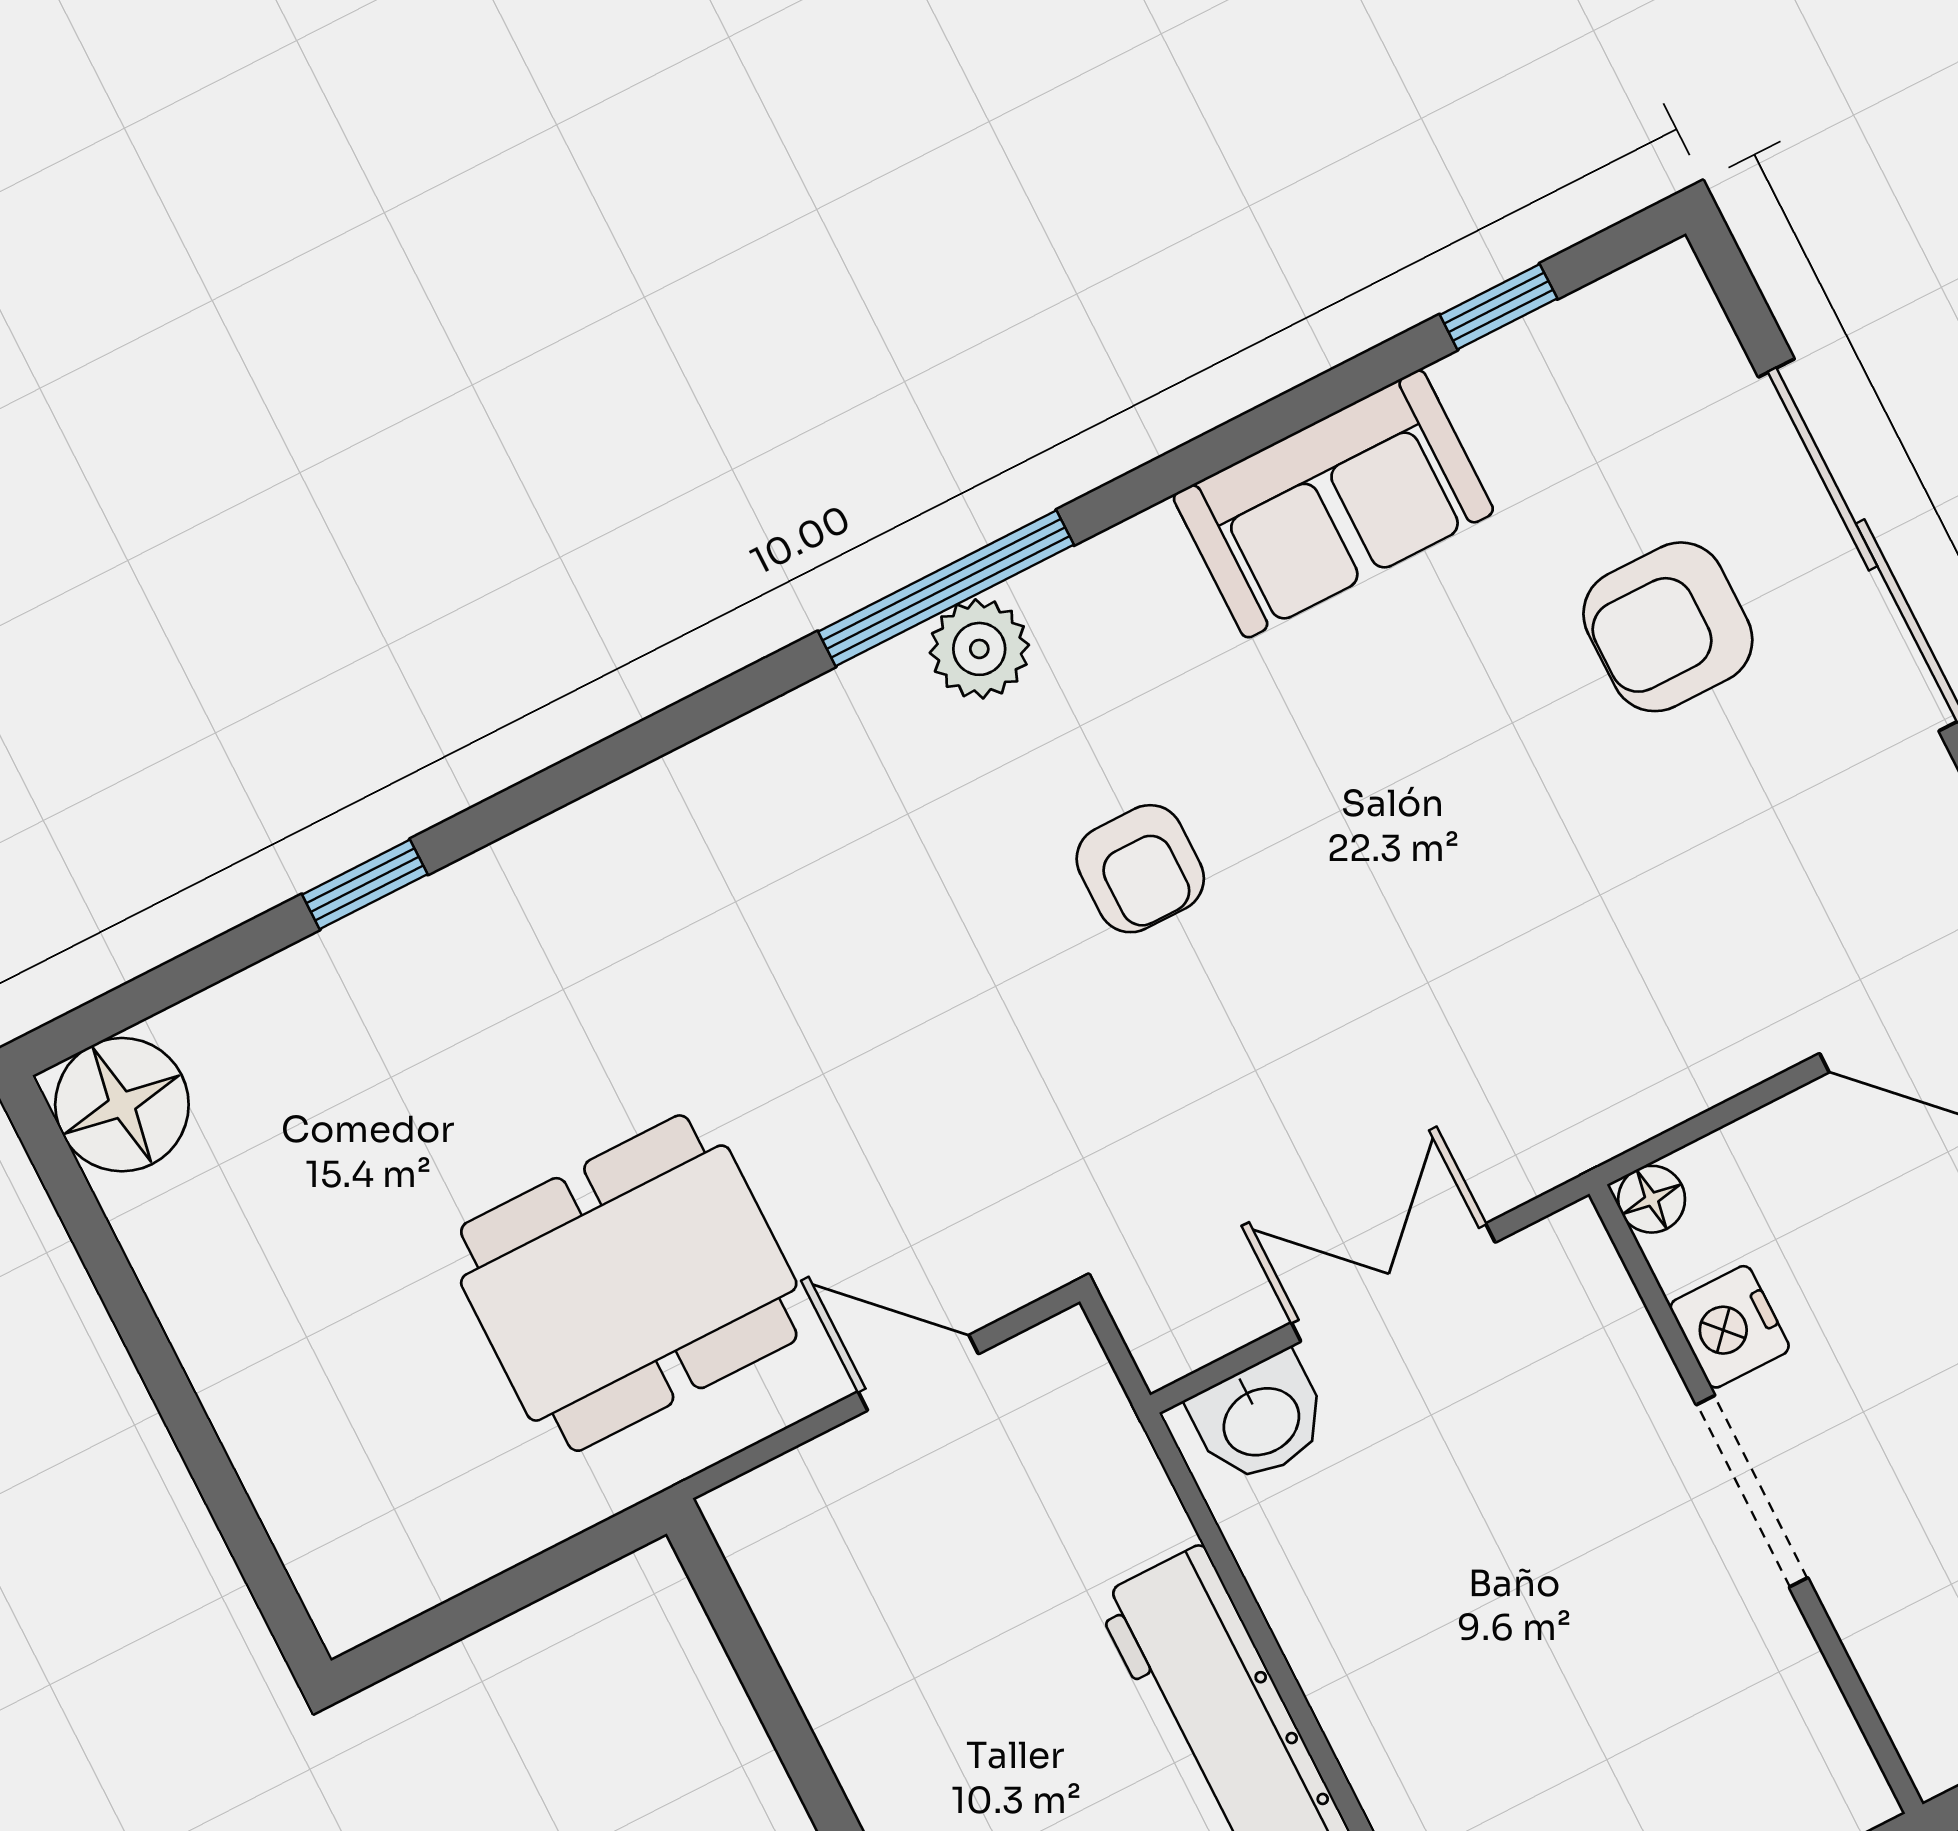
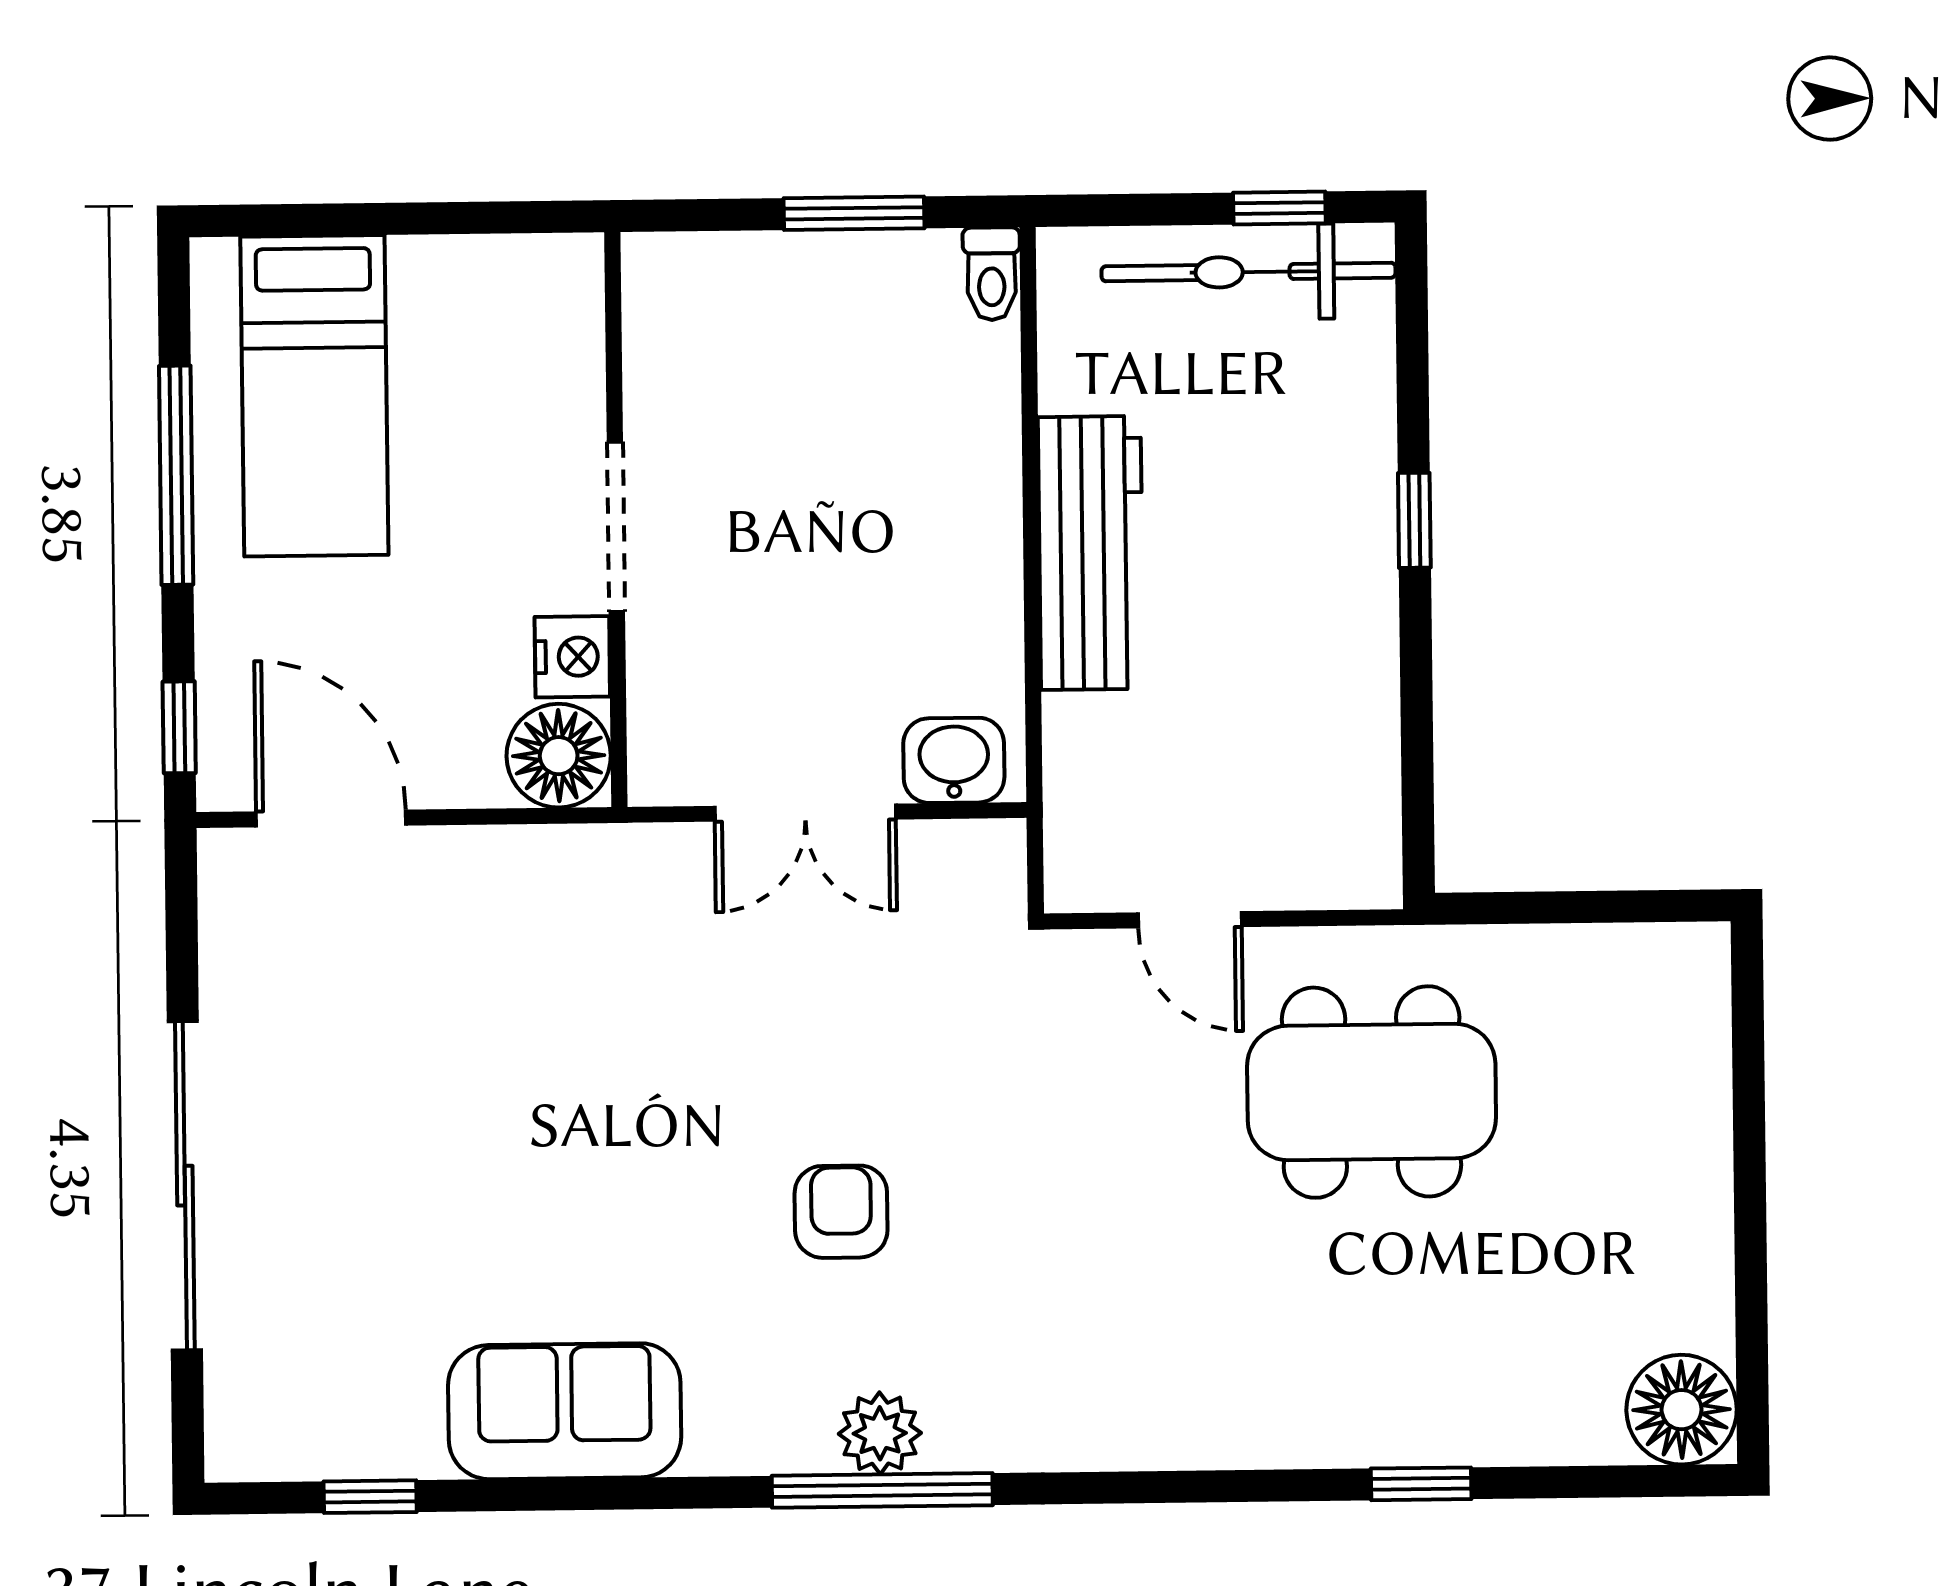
armchair: (1668, 627) -> (362, 1198), removed
floor lamp: (1652, 1199) -> (559, 756), width x1.89, depth x1.89

